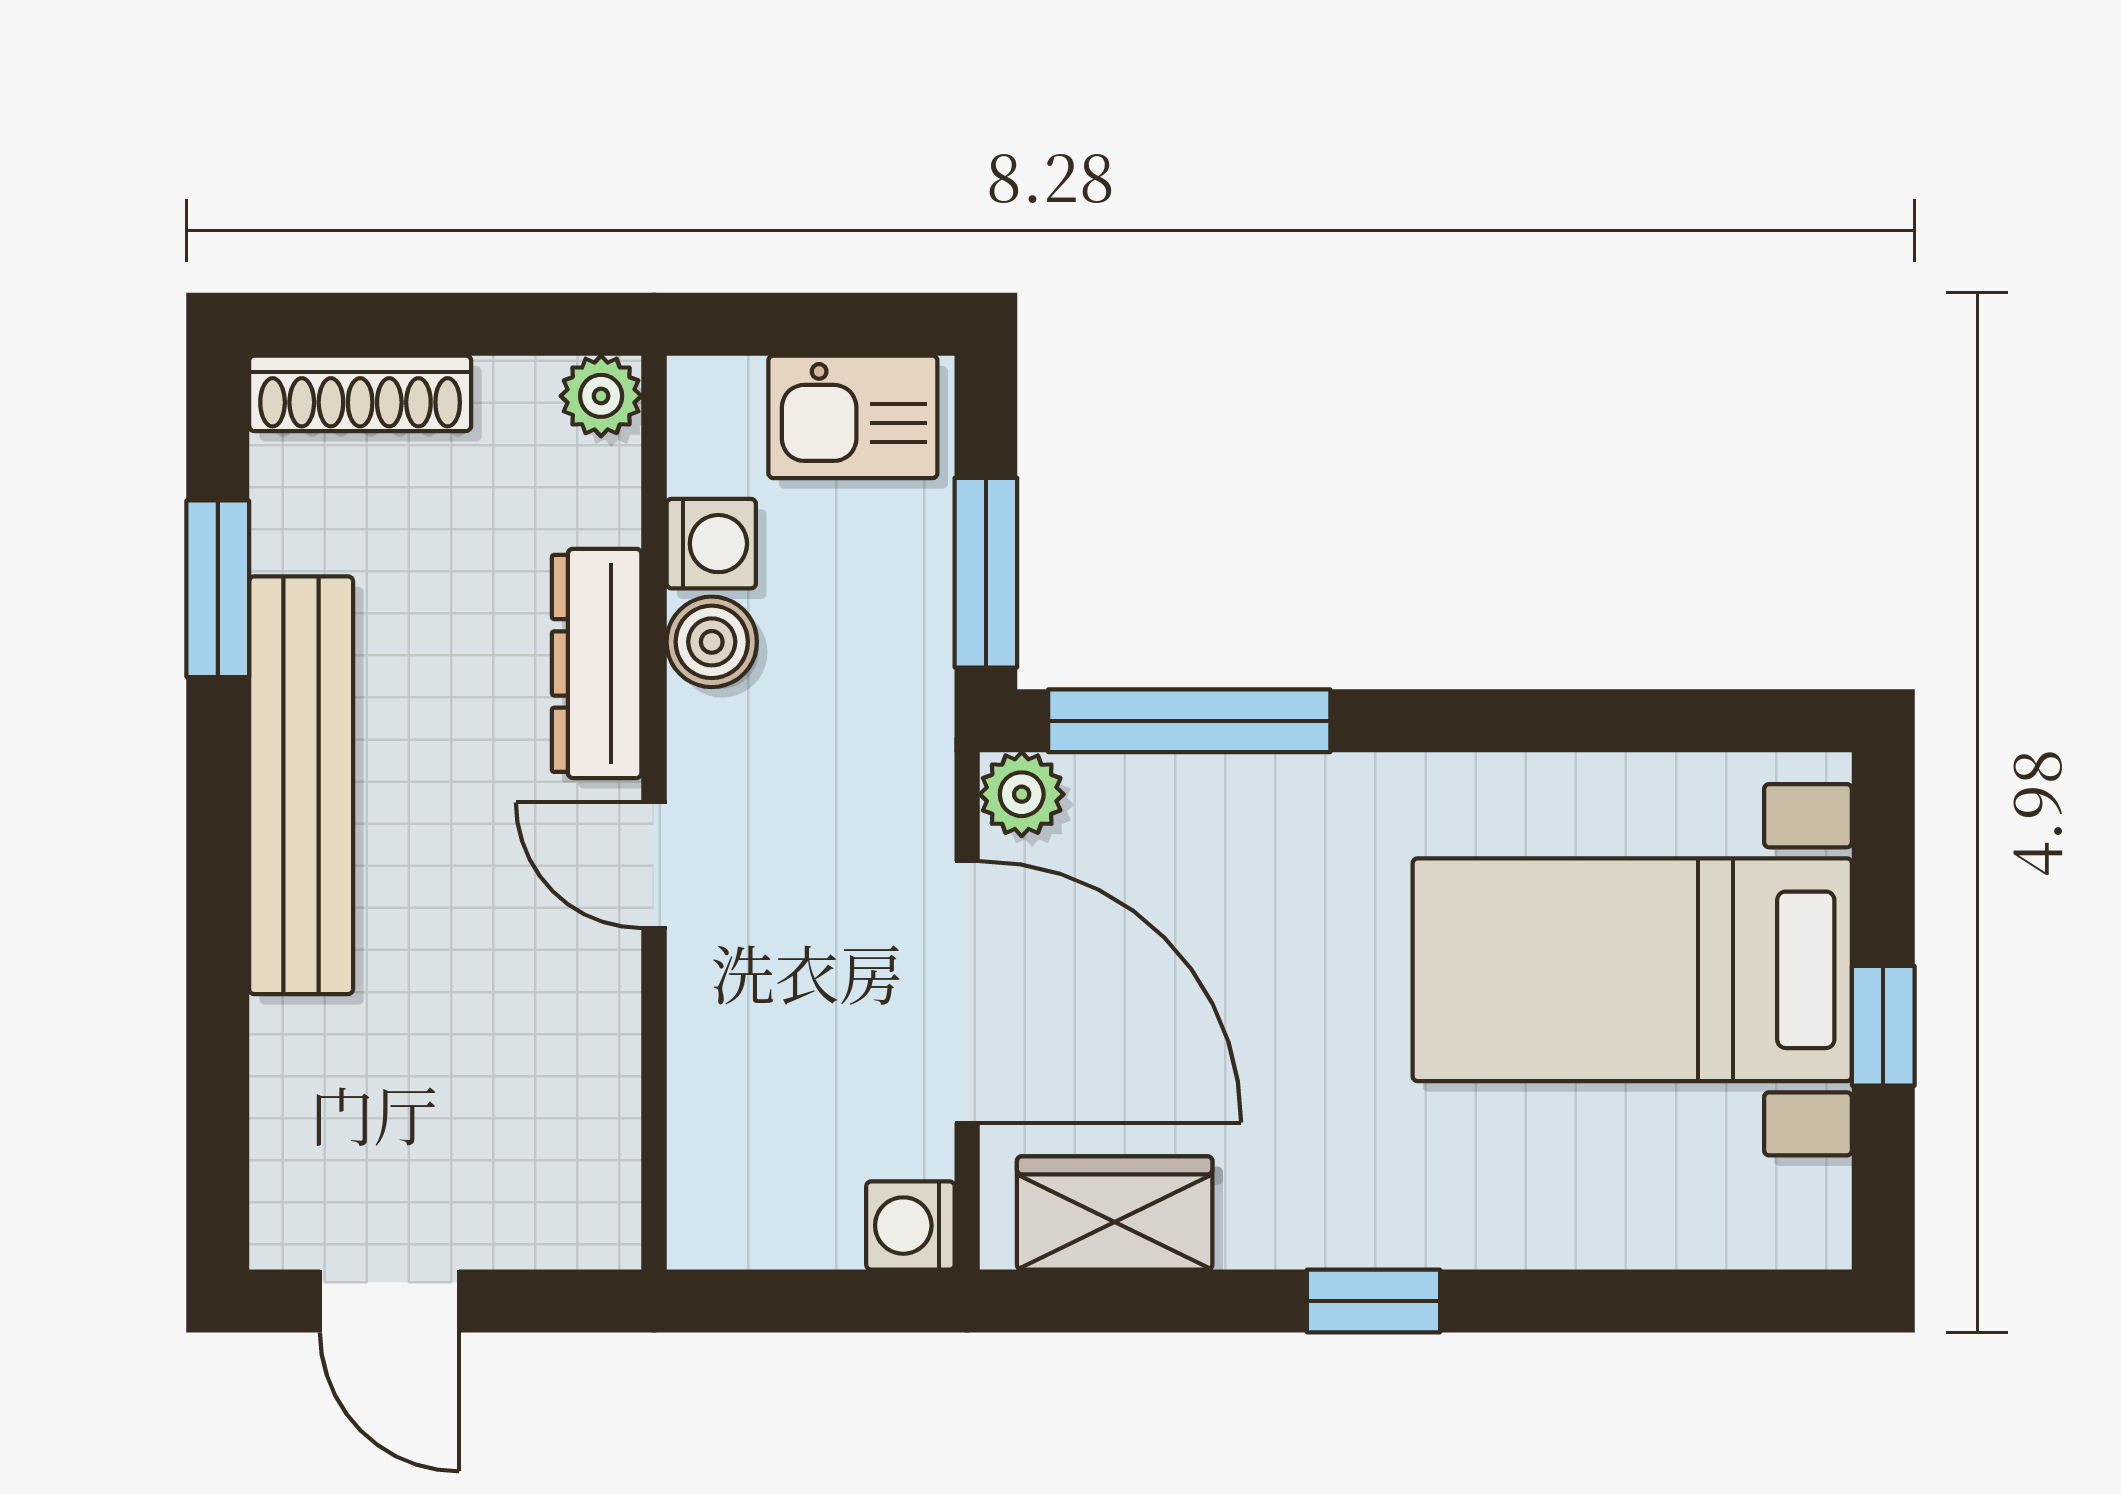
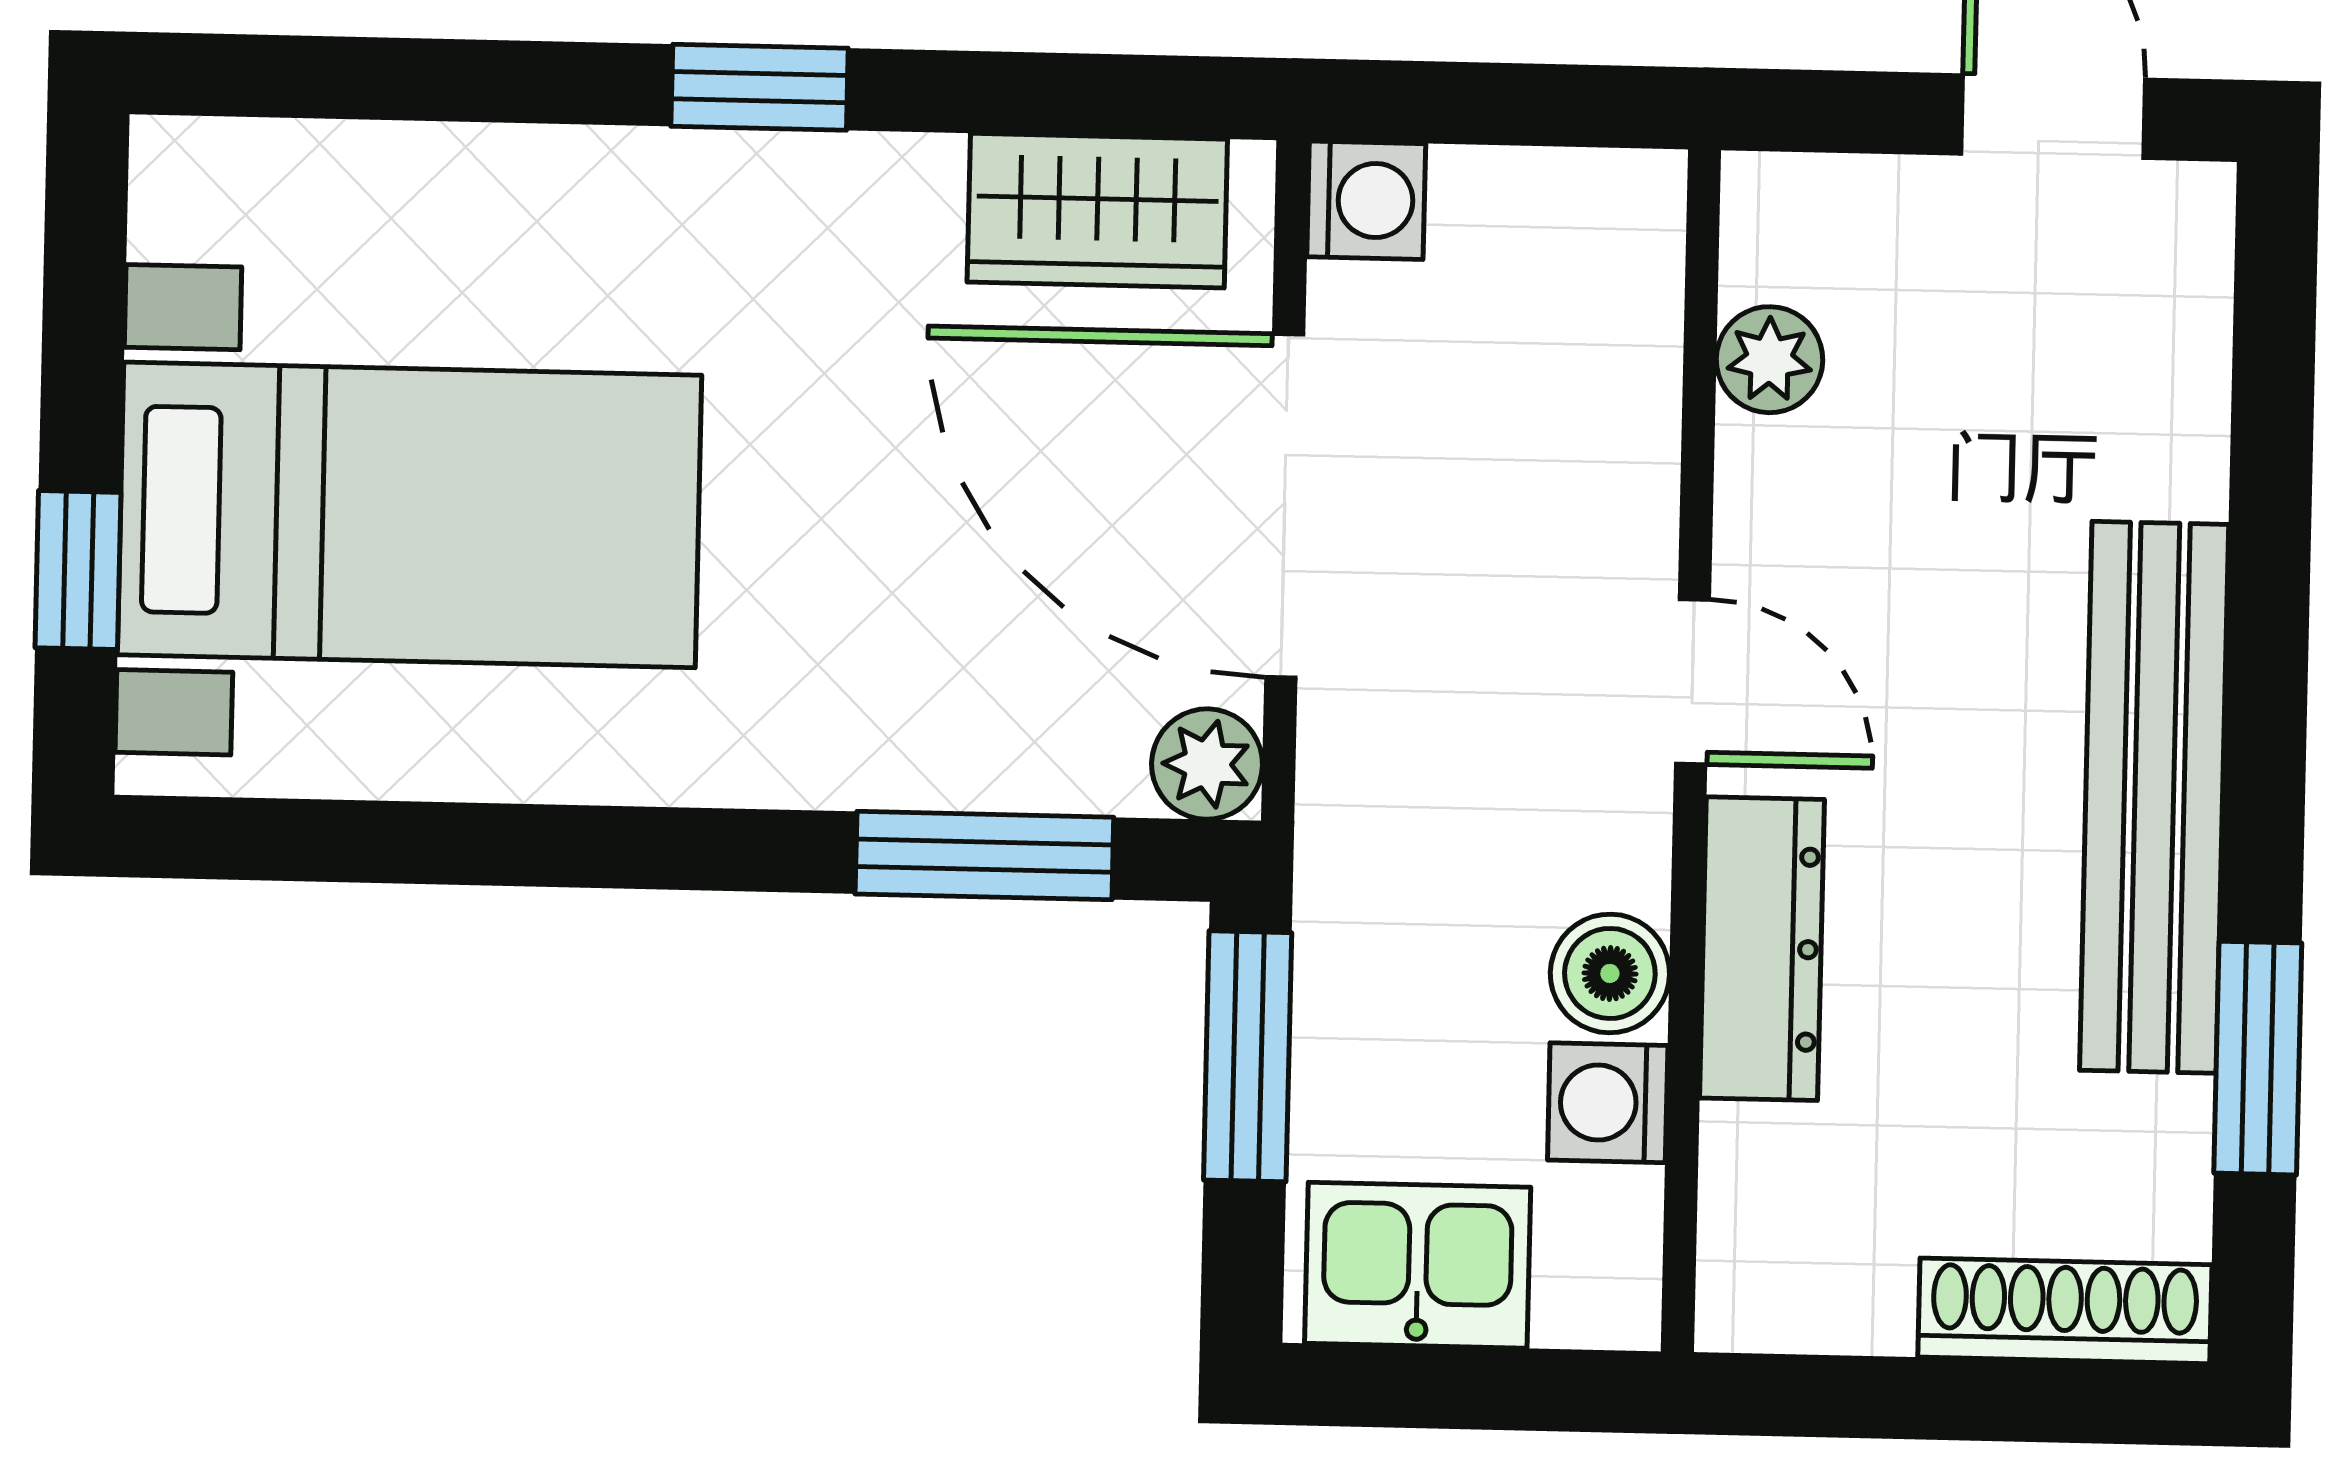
plant: (601, 396) -> (1769, 360), moved
window: (1189, 721) -> (984, 856), width x0.69
window: (1883, 1026) -> (78, 570), moved

